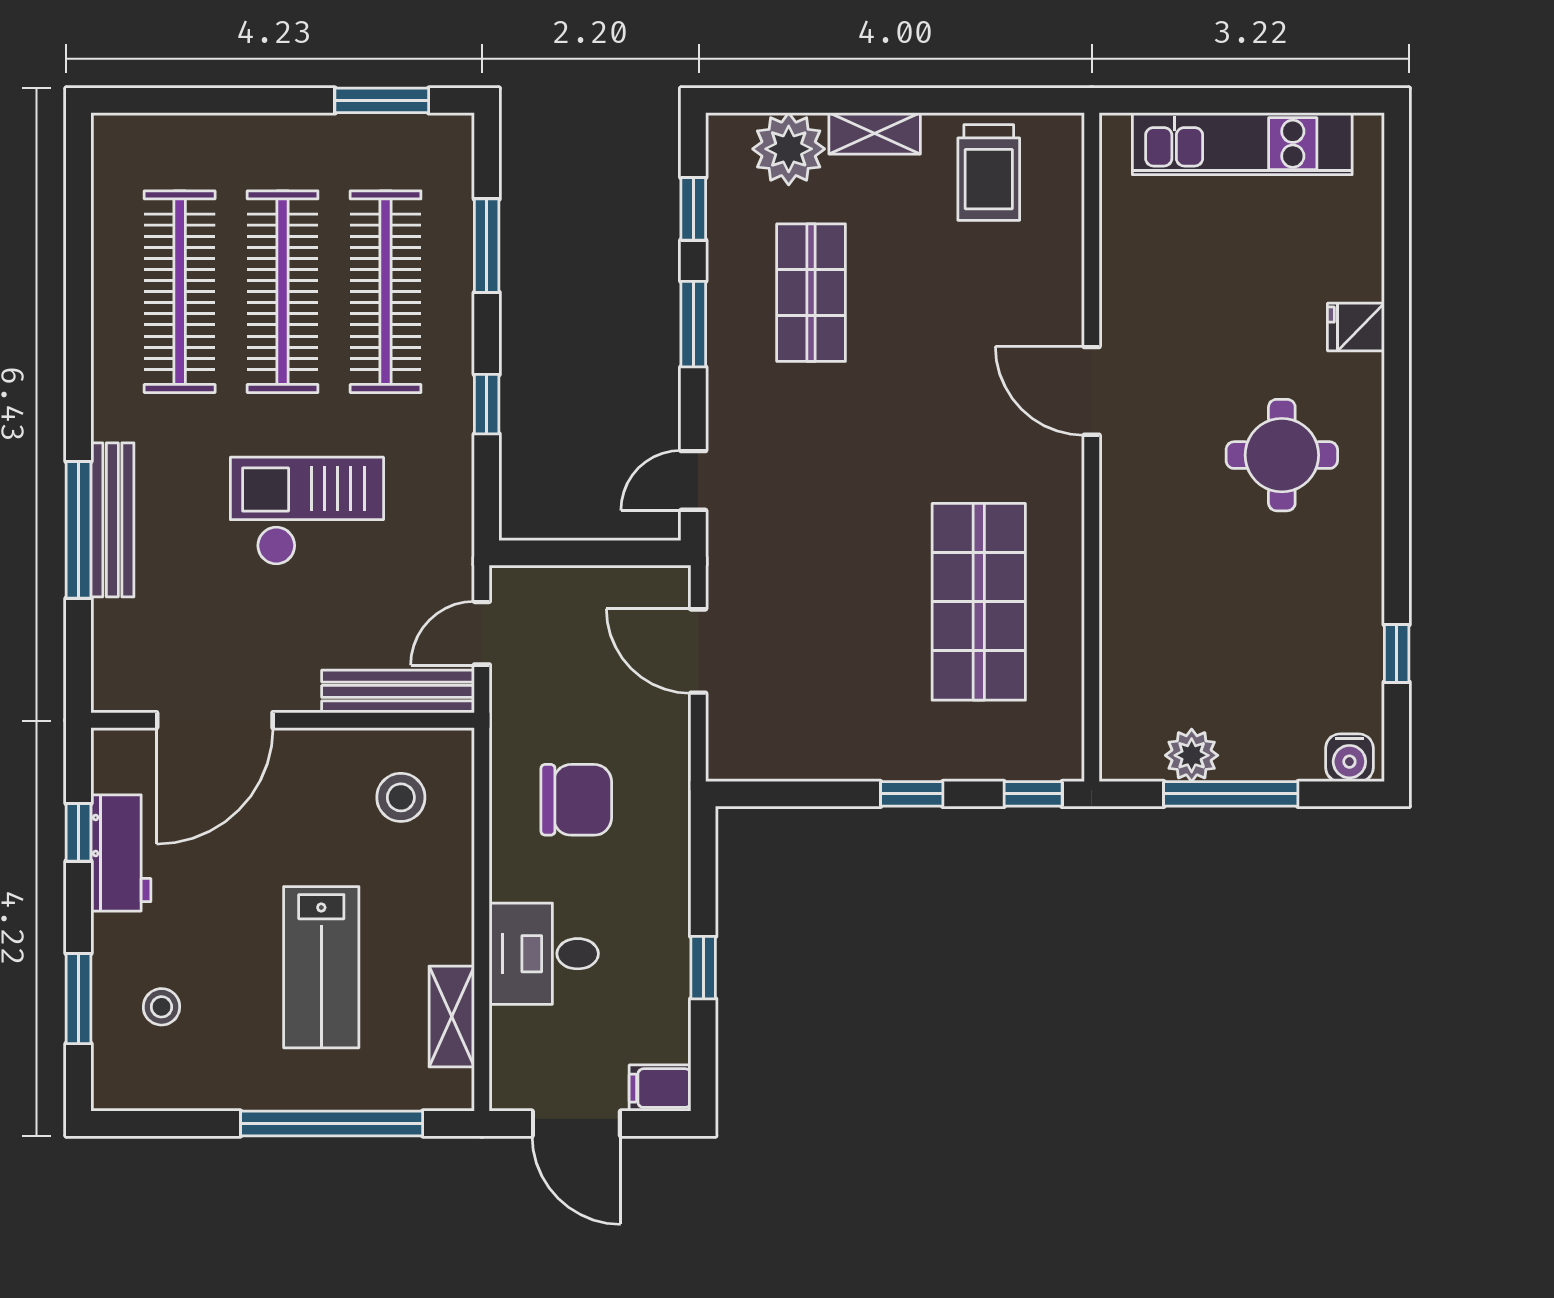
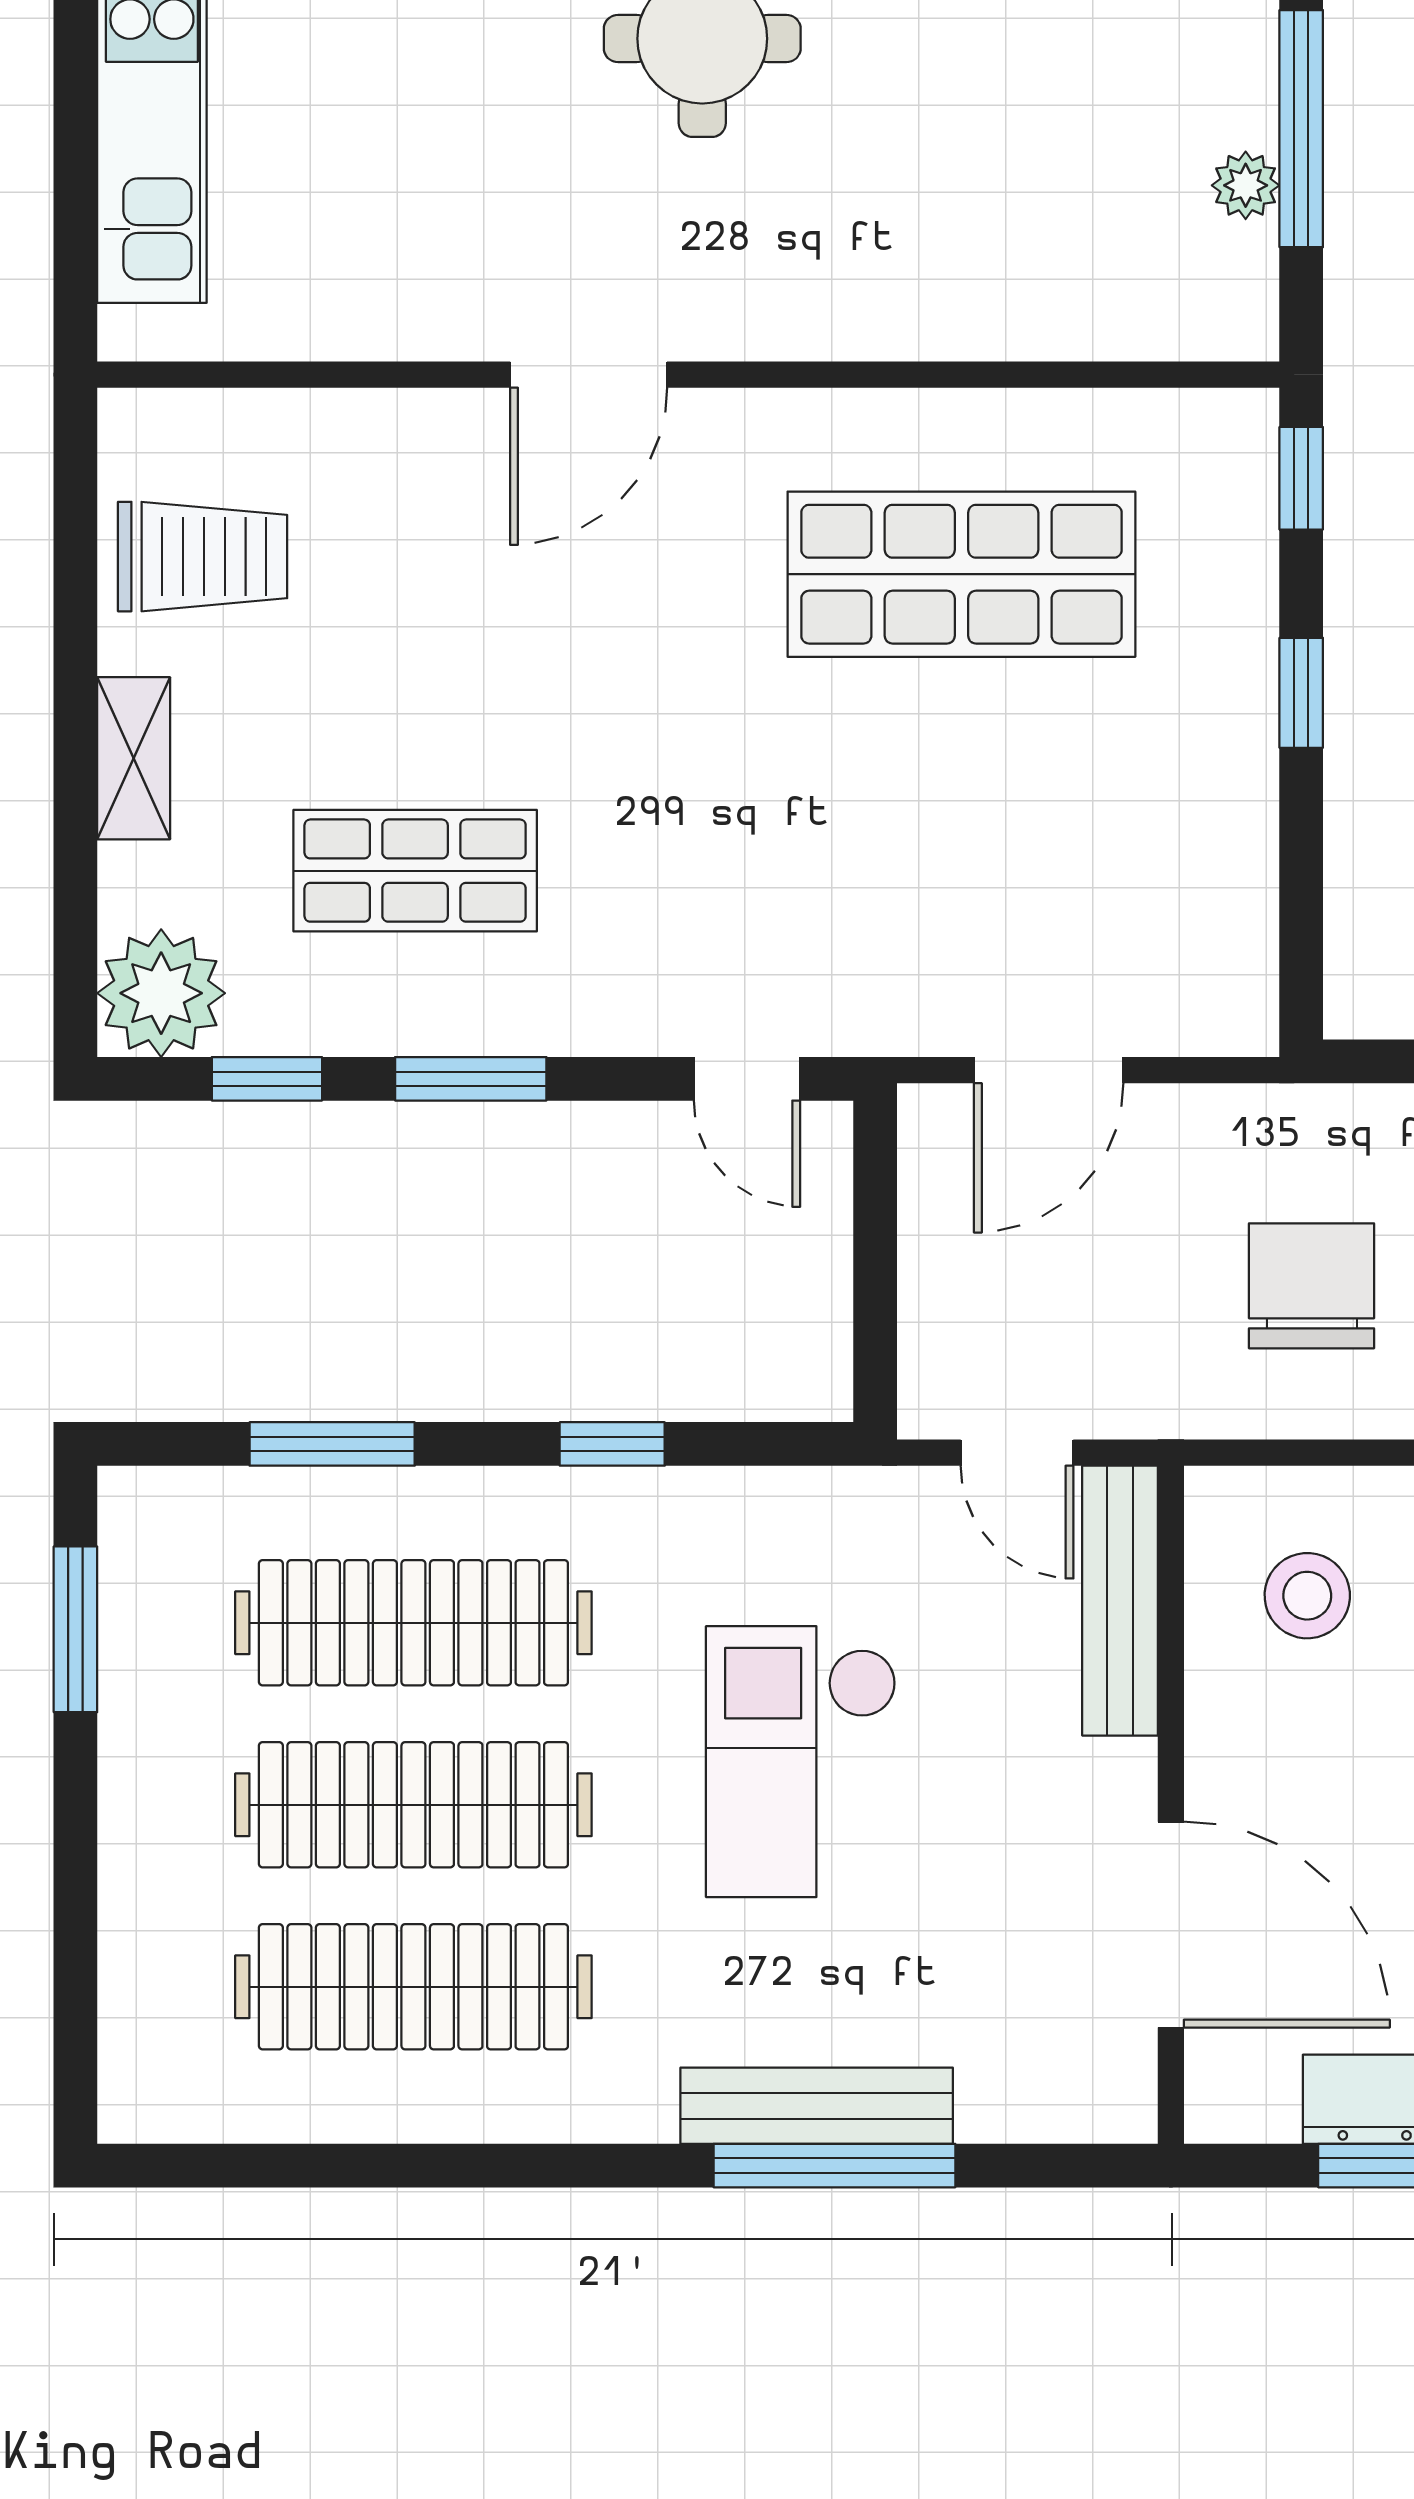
plant: (789, 149) -> (161, 993), moved
plant: (1192, 755) -> (1246, 185), width x0.73, depth x0.73

